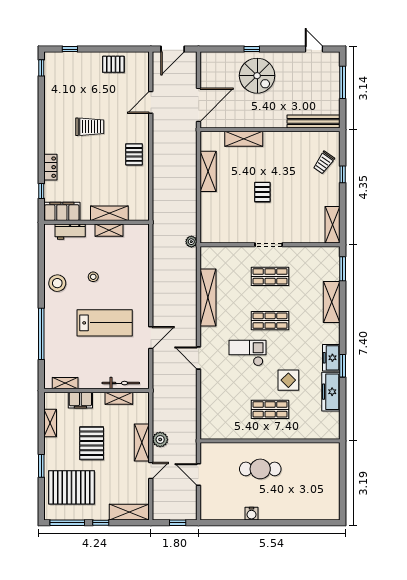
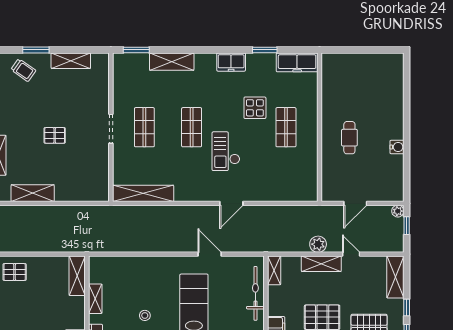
window: (343, 174) -> (36, 50), width x1.50
shelving: (109, 213) -> (77, 276), moved
shelving: (333, 225) -> (71, 61), moved
plant: (191, 242) -> (398, 211), moved
shelving: (208, 298) -> (143, 193), moved
window: (343, 366) -> (265, 50), moved
bicycle: (121, 383) -> (255, 293), width x1.37, depth x1.40
freezer: (331, 392) -> (297, 62), moved
shelving: (119, 398) -> (274, 270), moved
cafe table: (260, 469) -> (349, 138), width x0.73, depth x0.74

